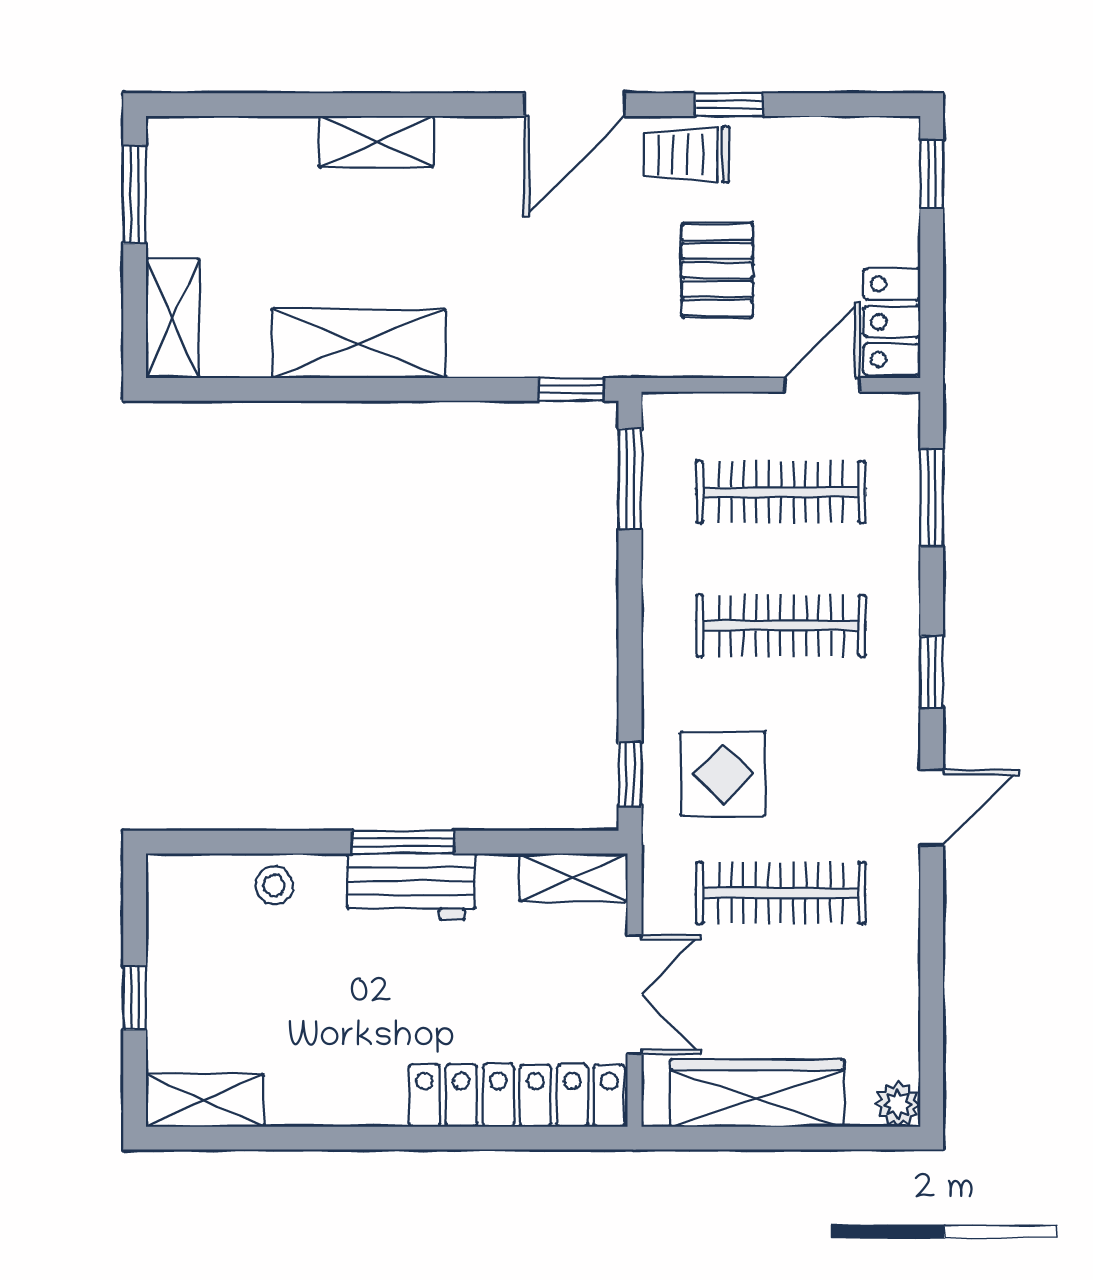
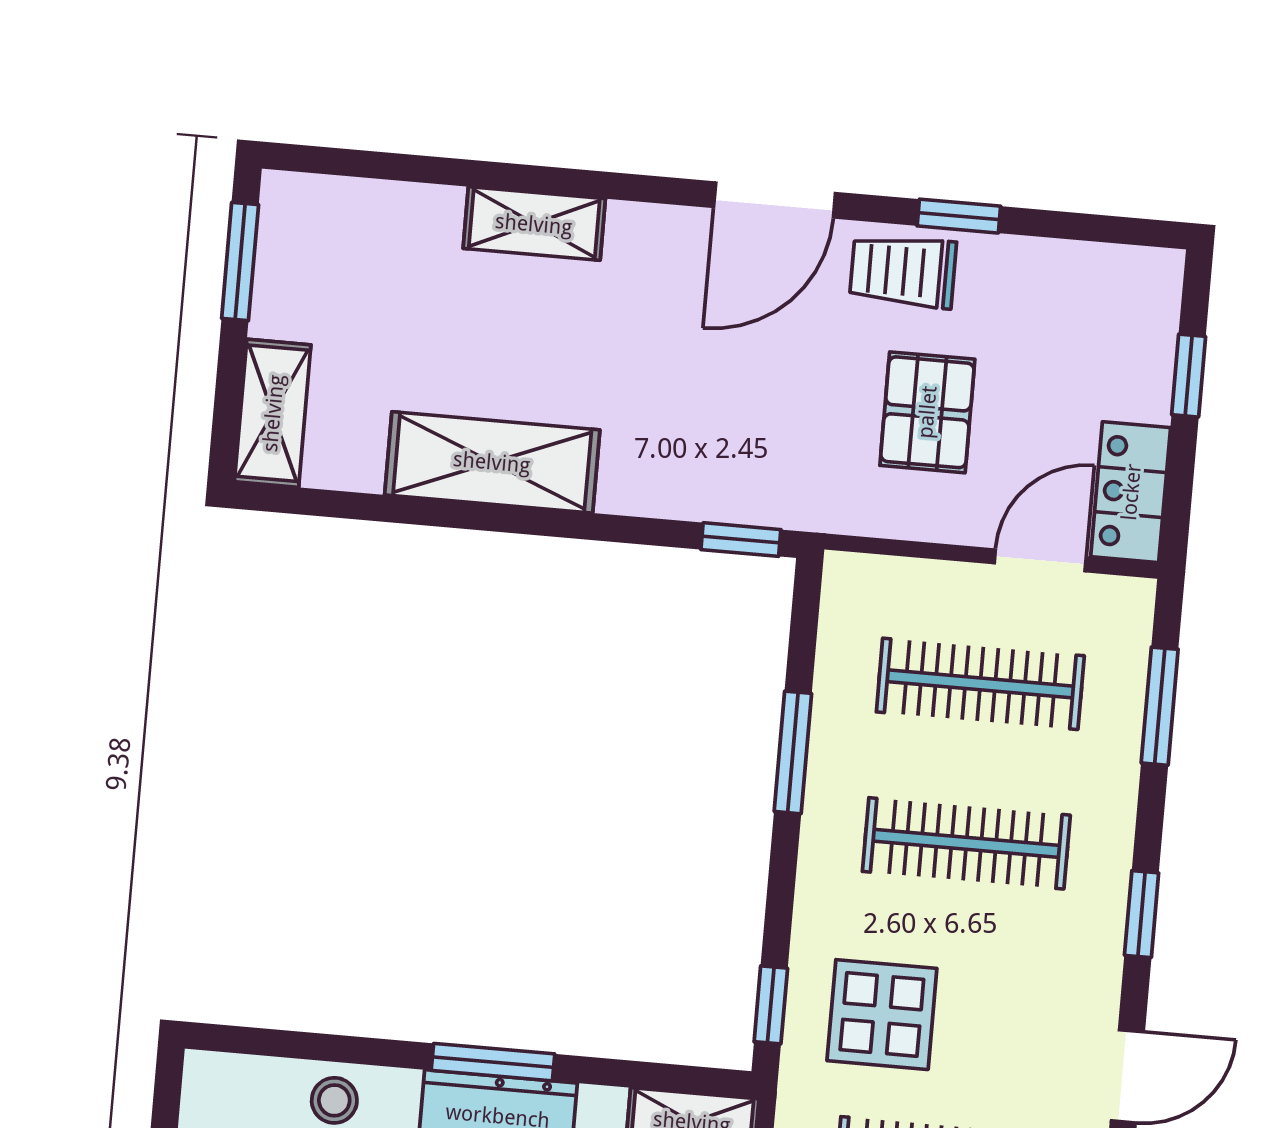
window: (932, 174) -> (1189, 376), moved
window: (630, 478) -> (793, 752), moved

